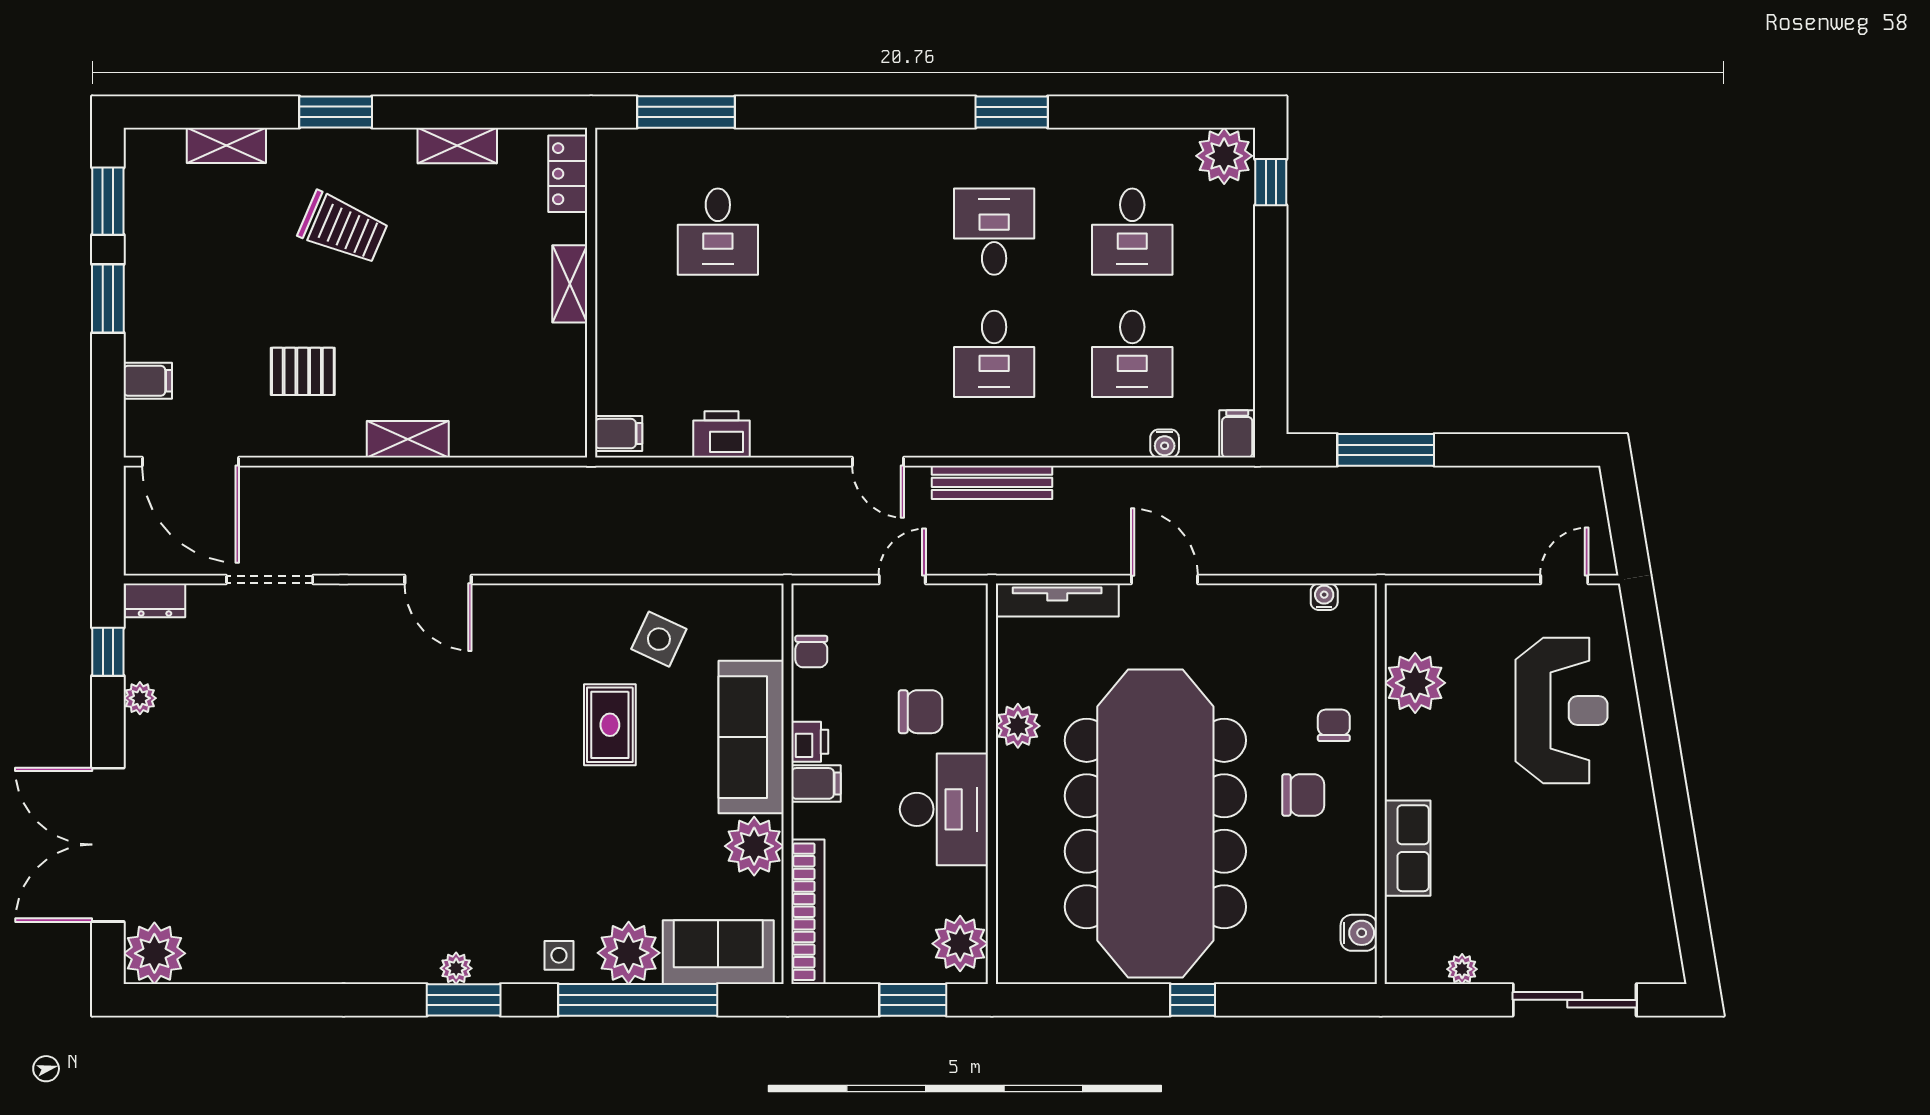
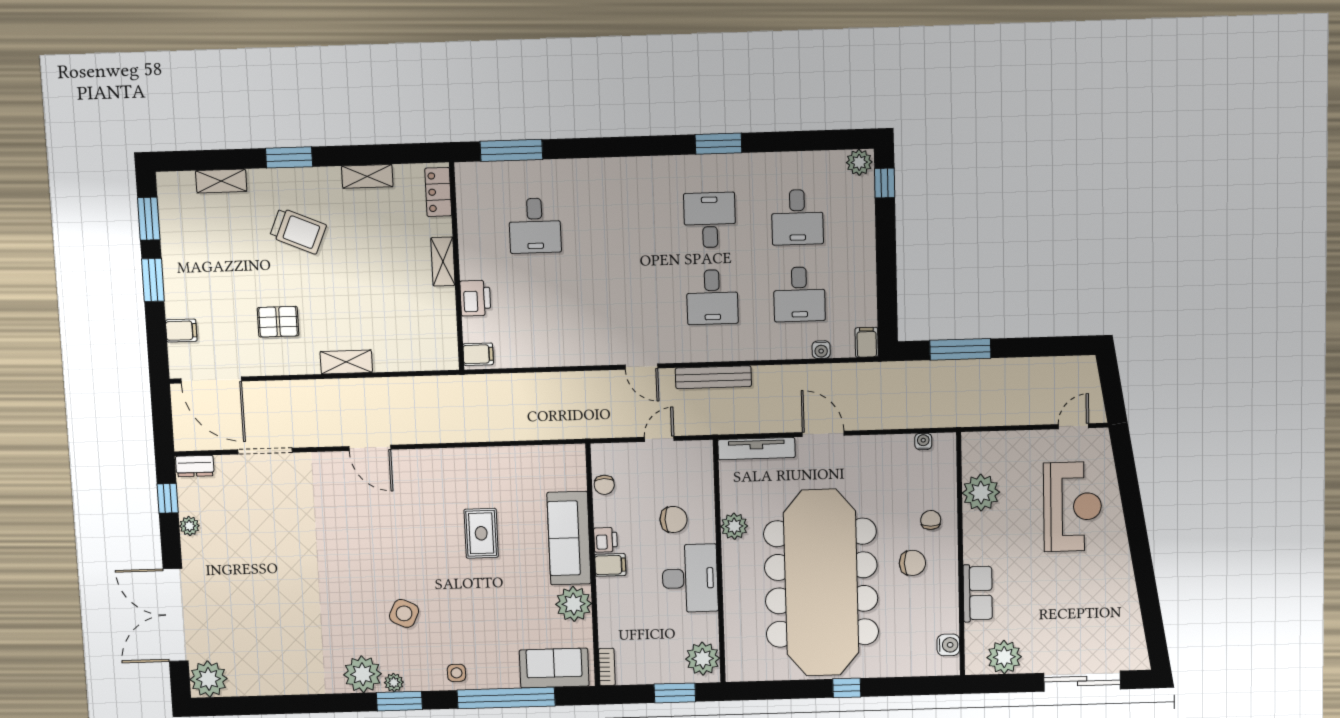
plant: (1224, 156) -> (859, 162), width x0.73, depth x0.73
printer: (721, 434) -> (475, 298), moved, turned 90
side table: (659, 639) -> (404, 613), moved
bookcase: (808, 912) -> (607, 667), width x0.43, depth x0.76
plant: (629, 953) -> (363, 674), moved
plant: (1462, 969) -> (1004, 657), width x1.87, depth x1.87

